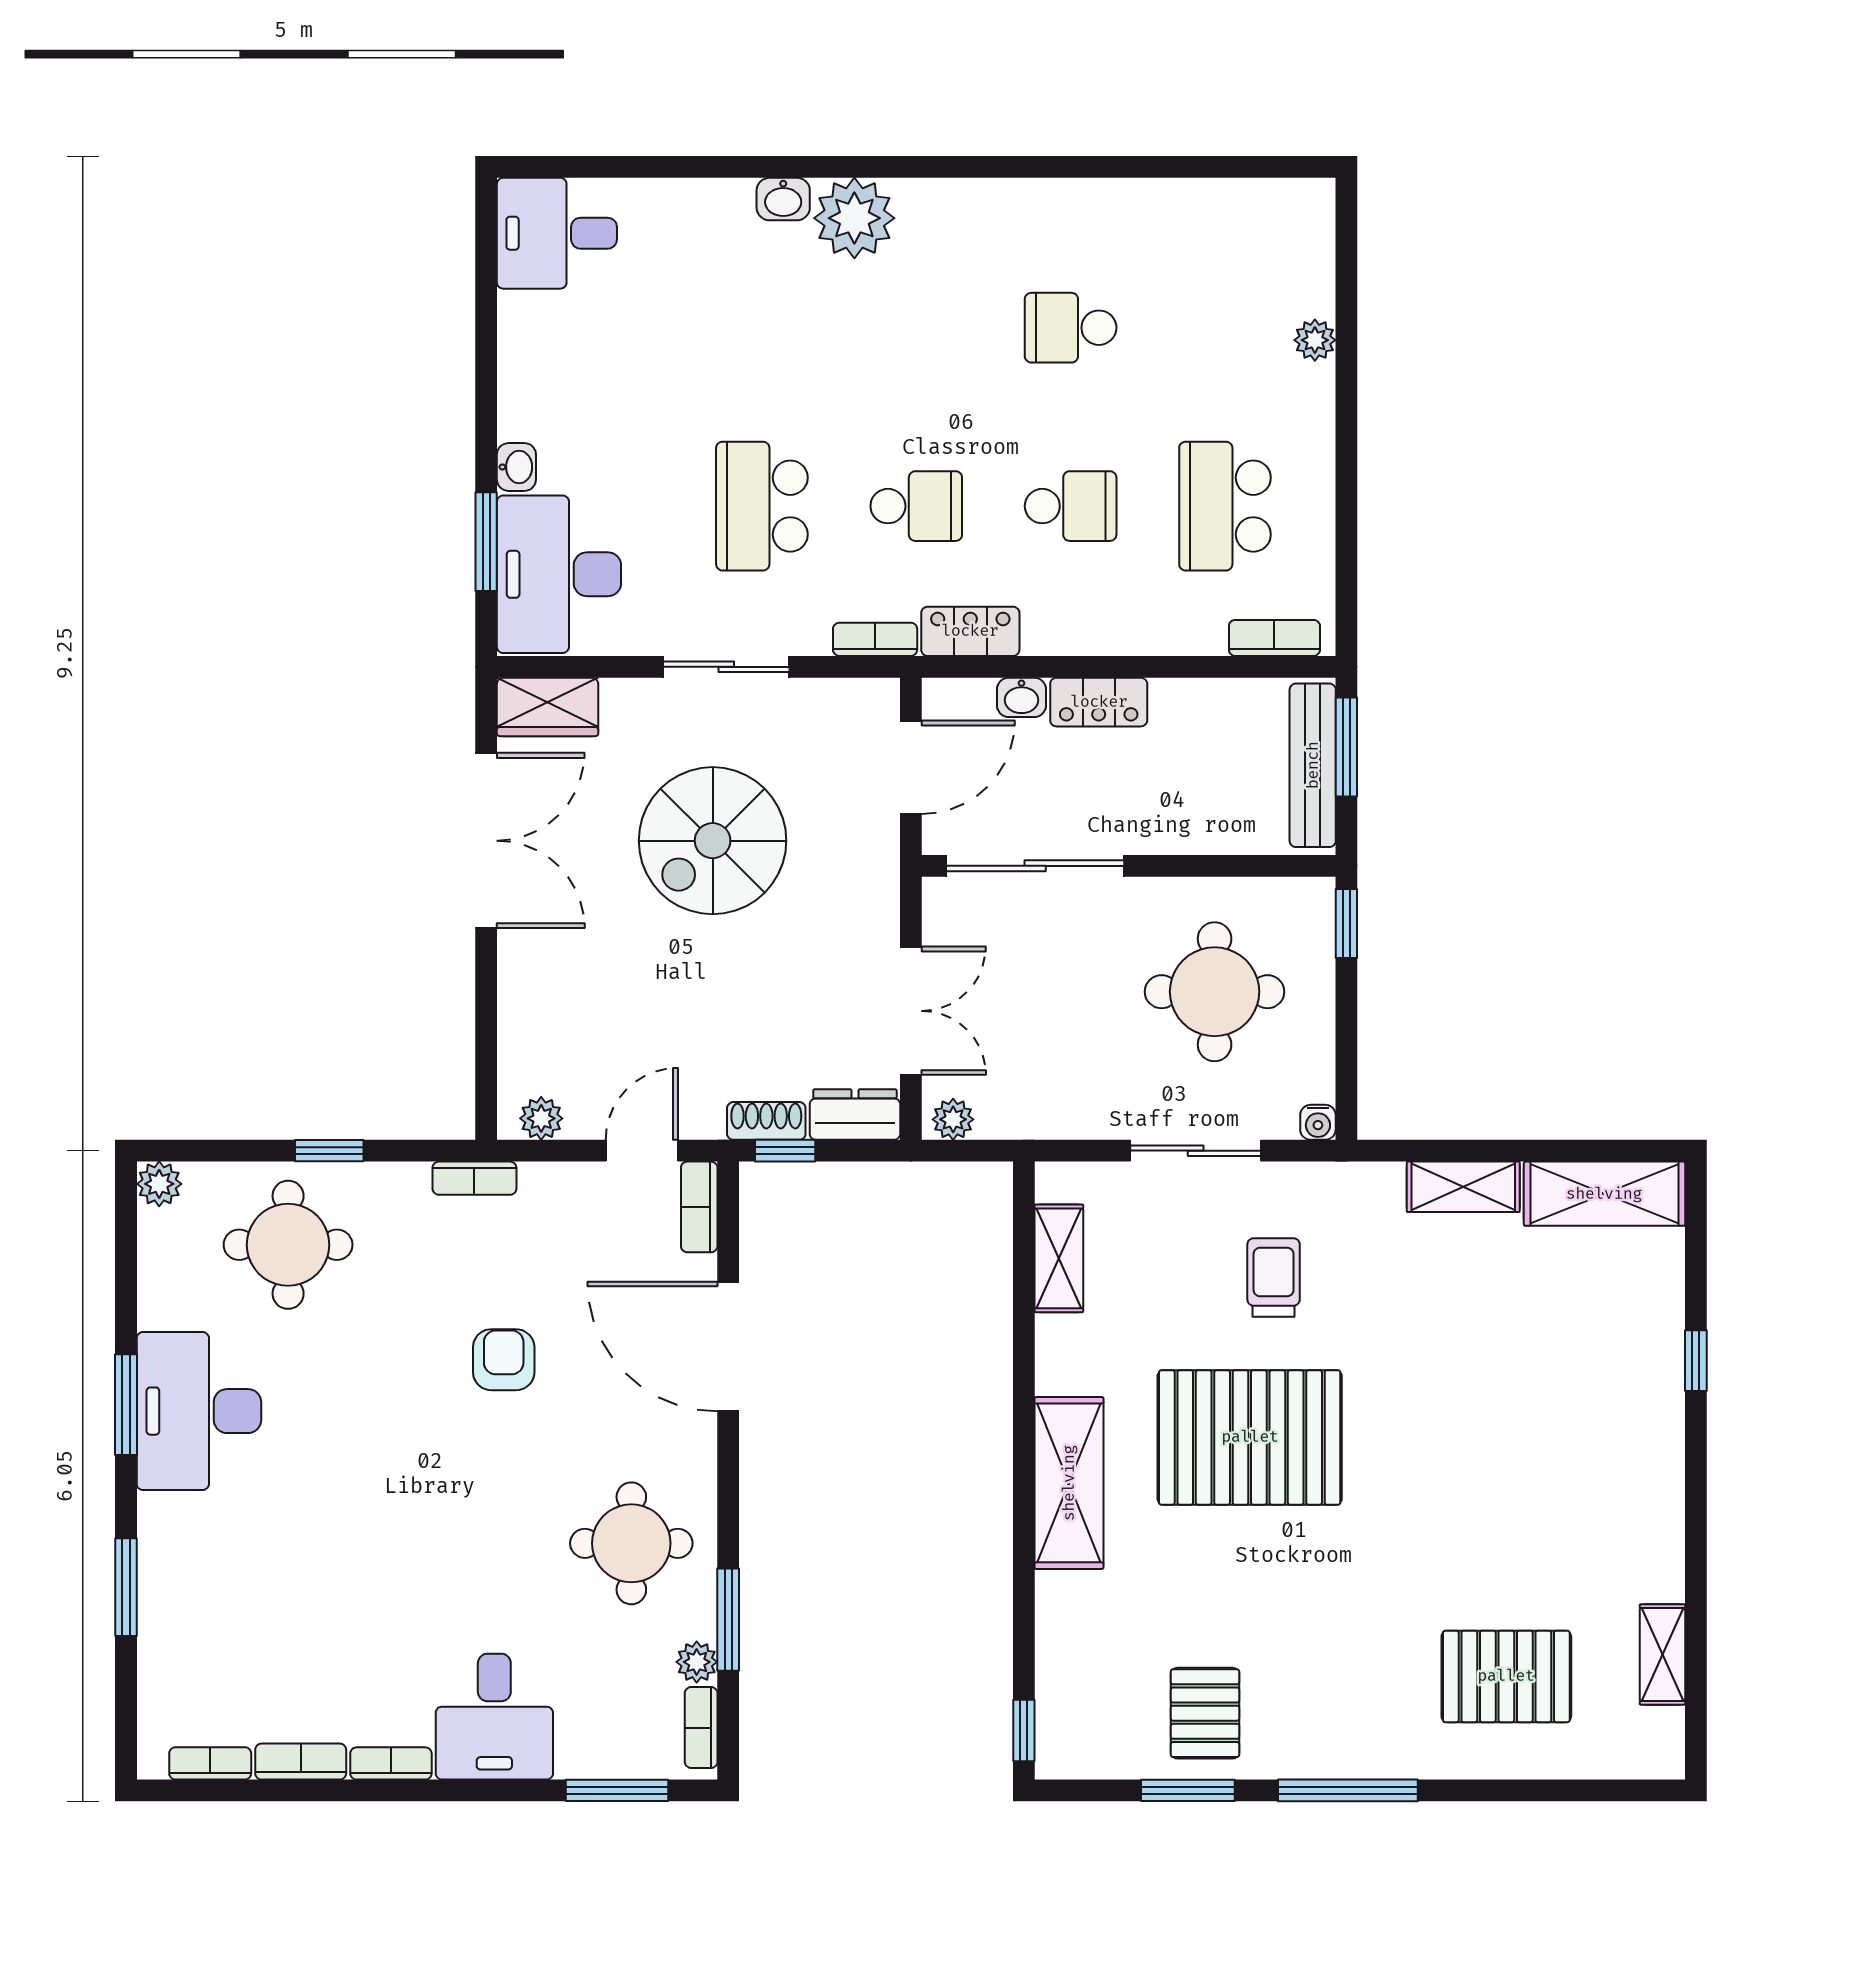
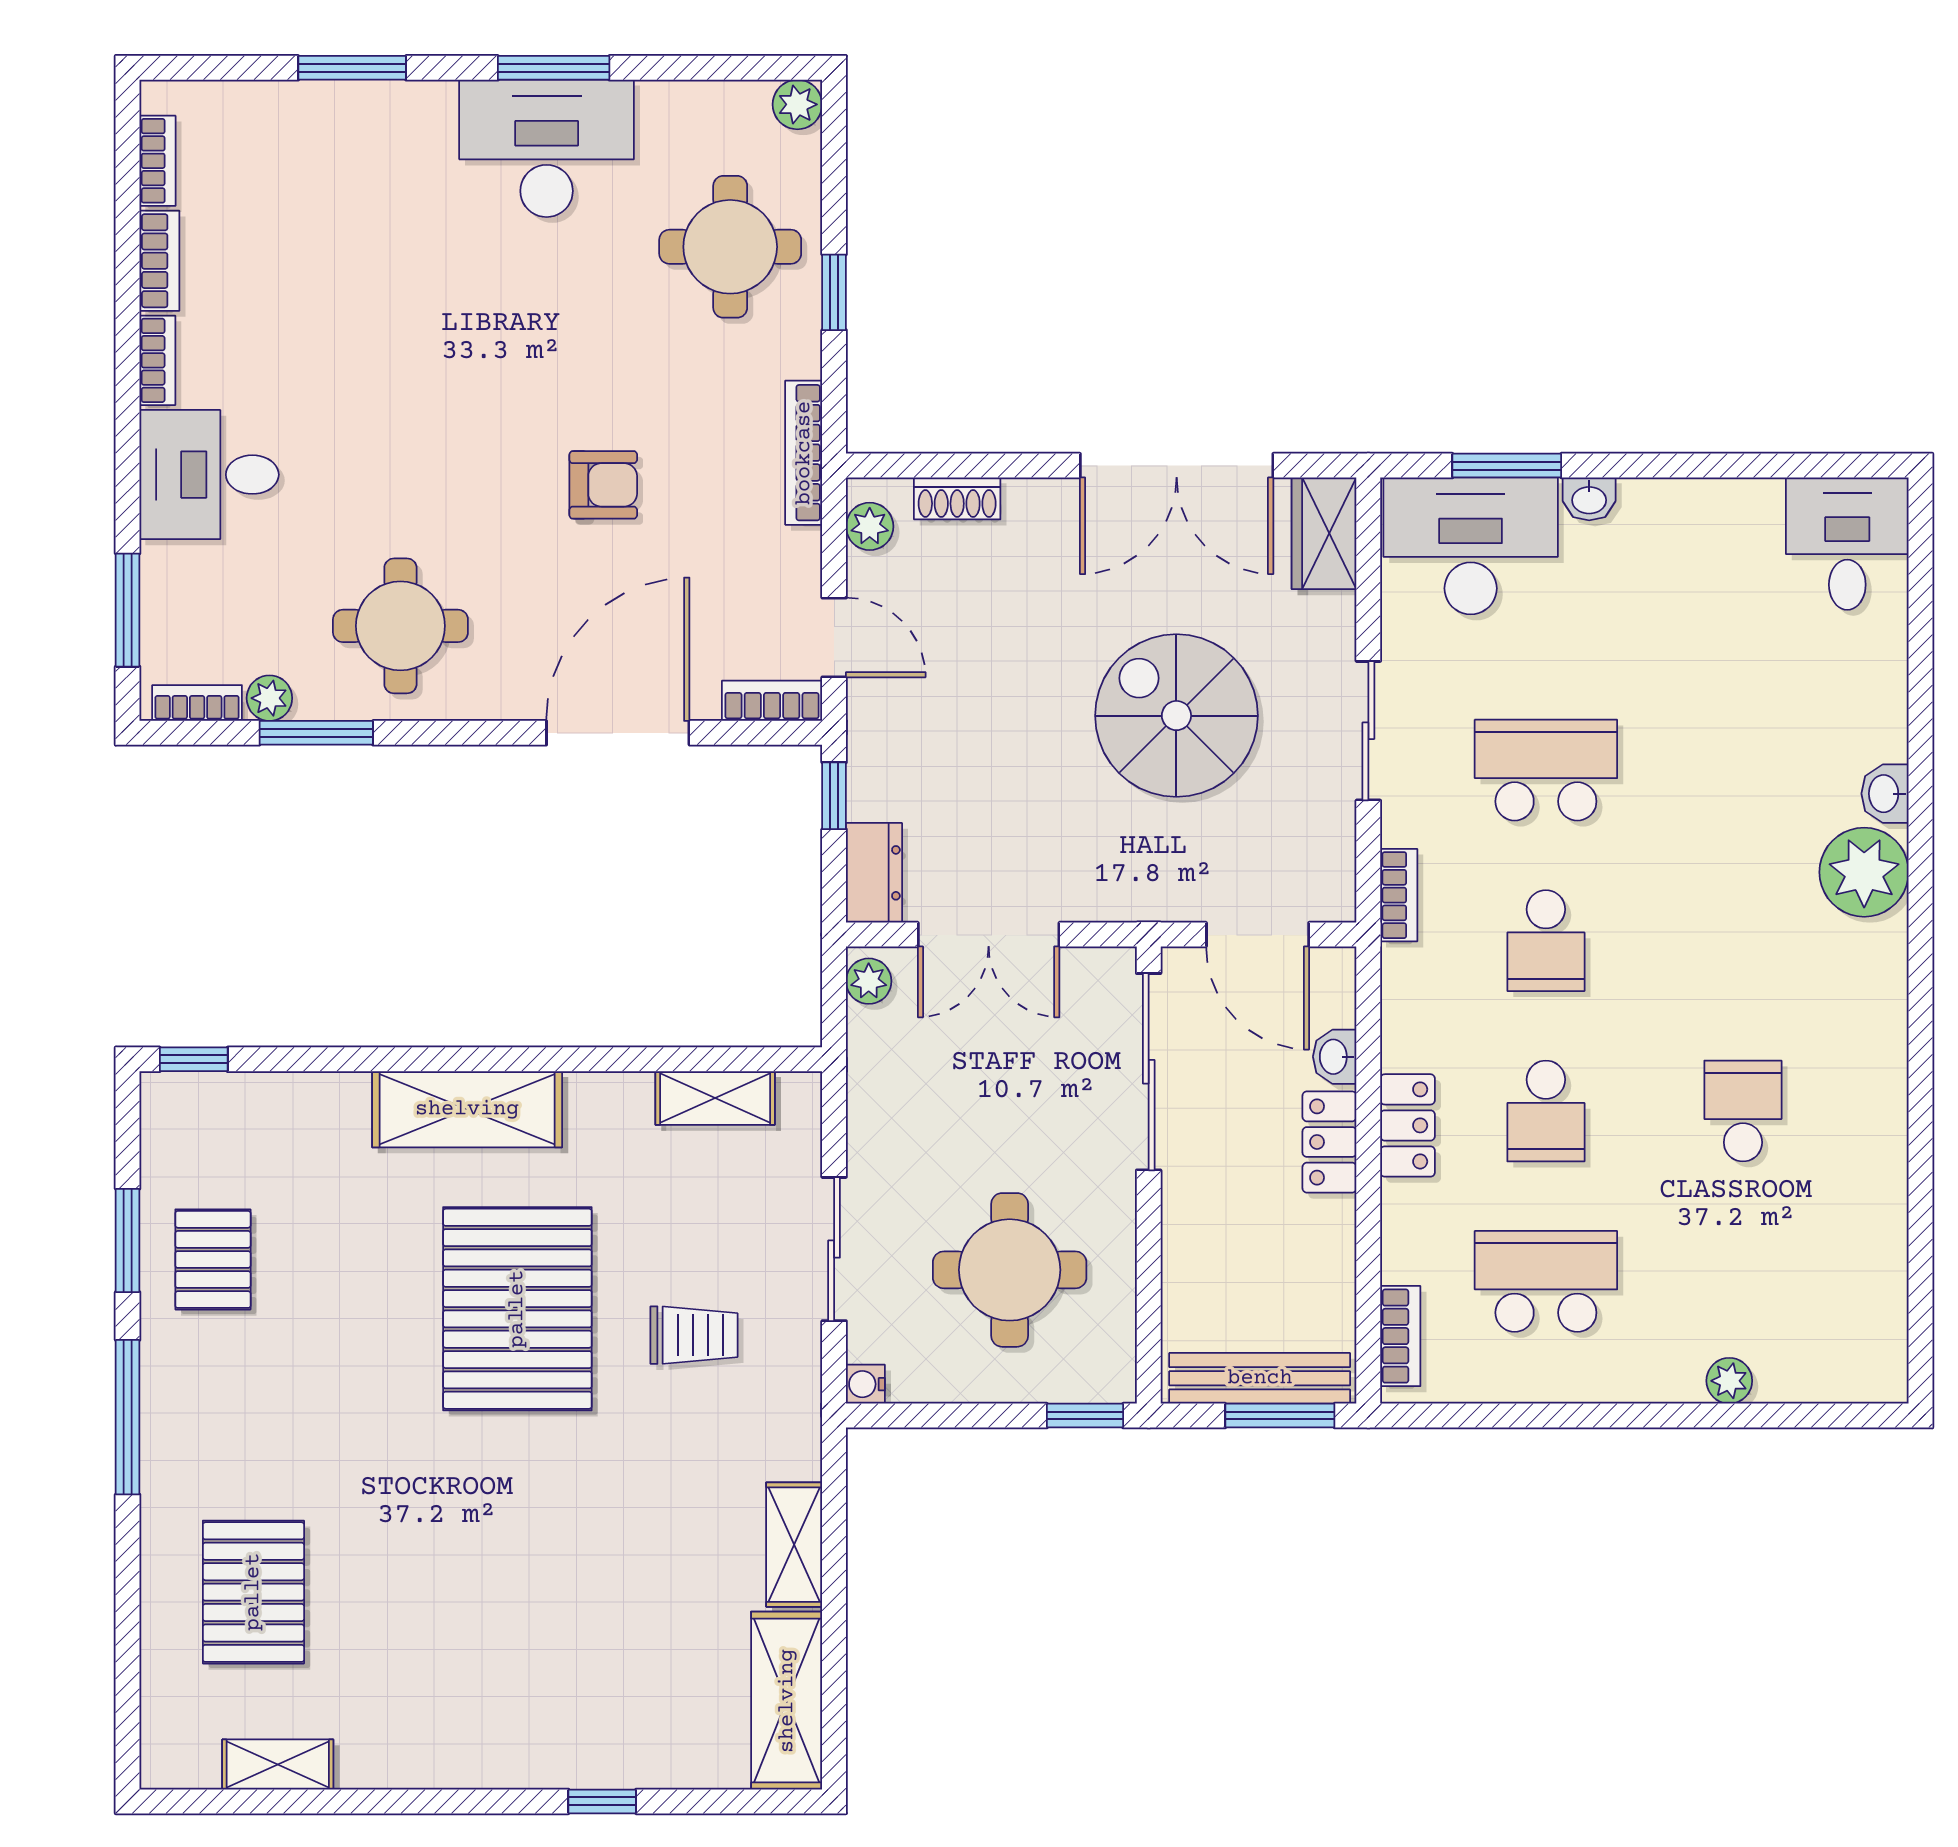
locker: (970, 631) -> (1408, 1125), moved
shoe rack: (766, 1121) -> (957, 498), moved, turned 90
bookcase: (474, 1178) -> (804, 453), width x1.56
pallet: (1205, 1713) -> (213, 1259), turned 90

